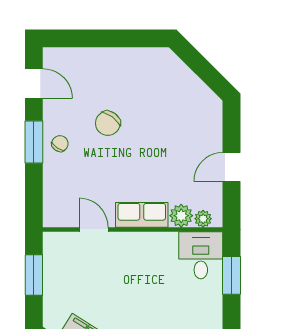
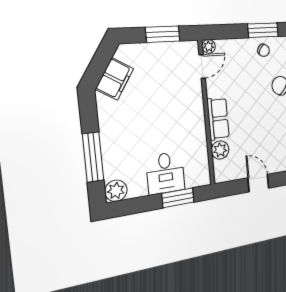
plant: (203, 219) -> (209, 46), moved
door: (94, 229) -> (202, 66), moved
desk: (201, 255) -> (165, 173), moved, turned 90

